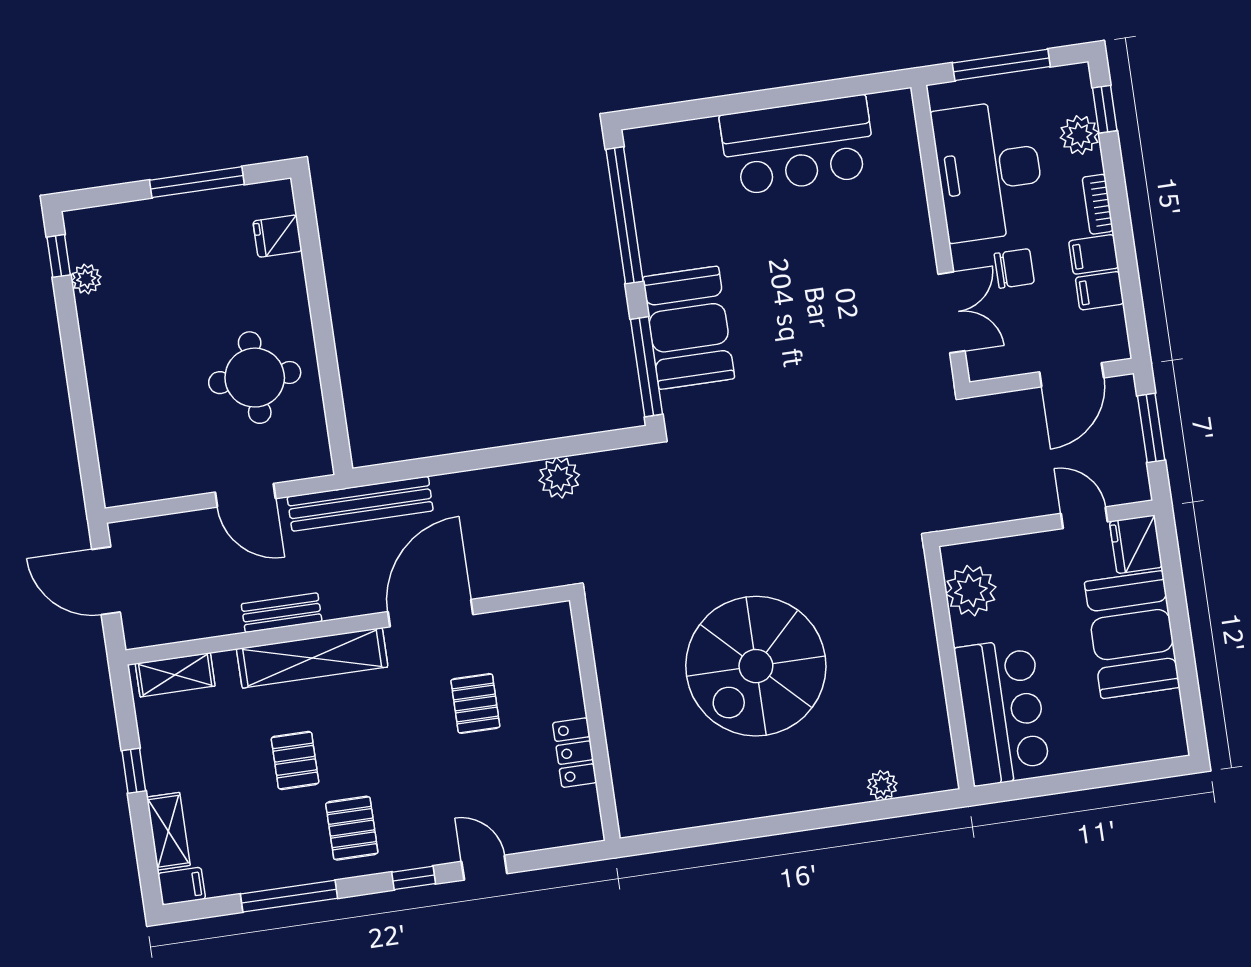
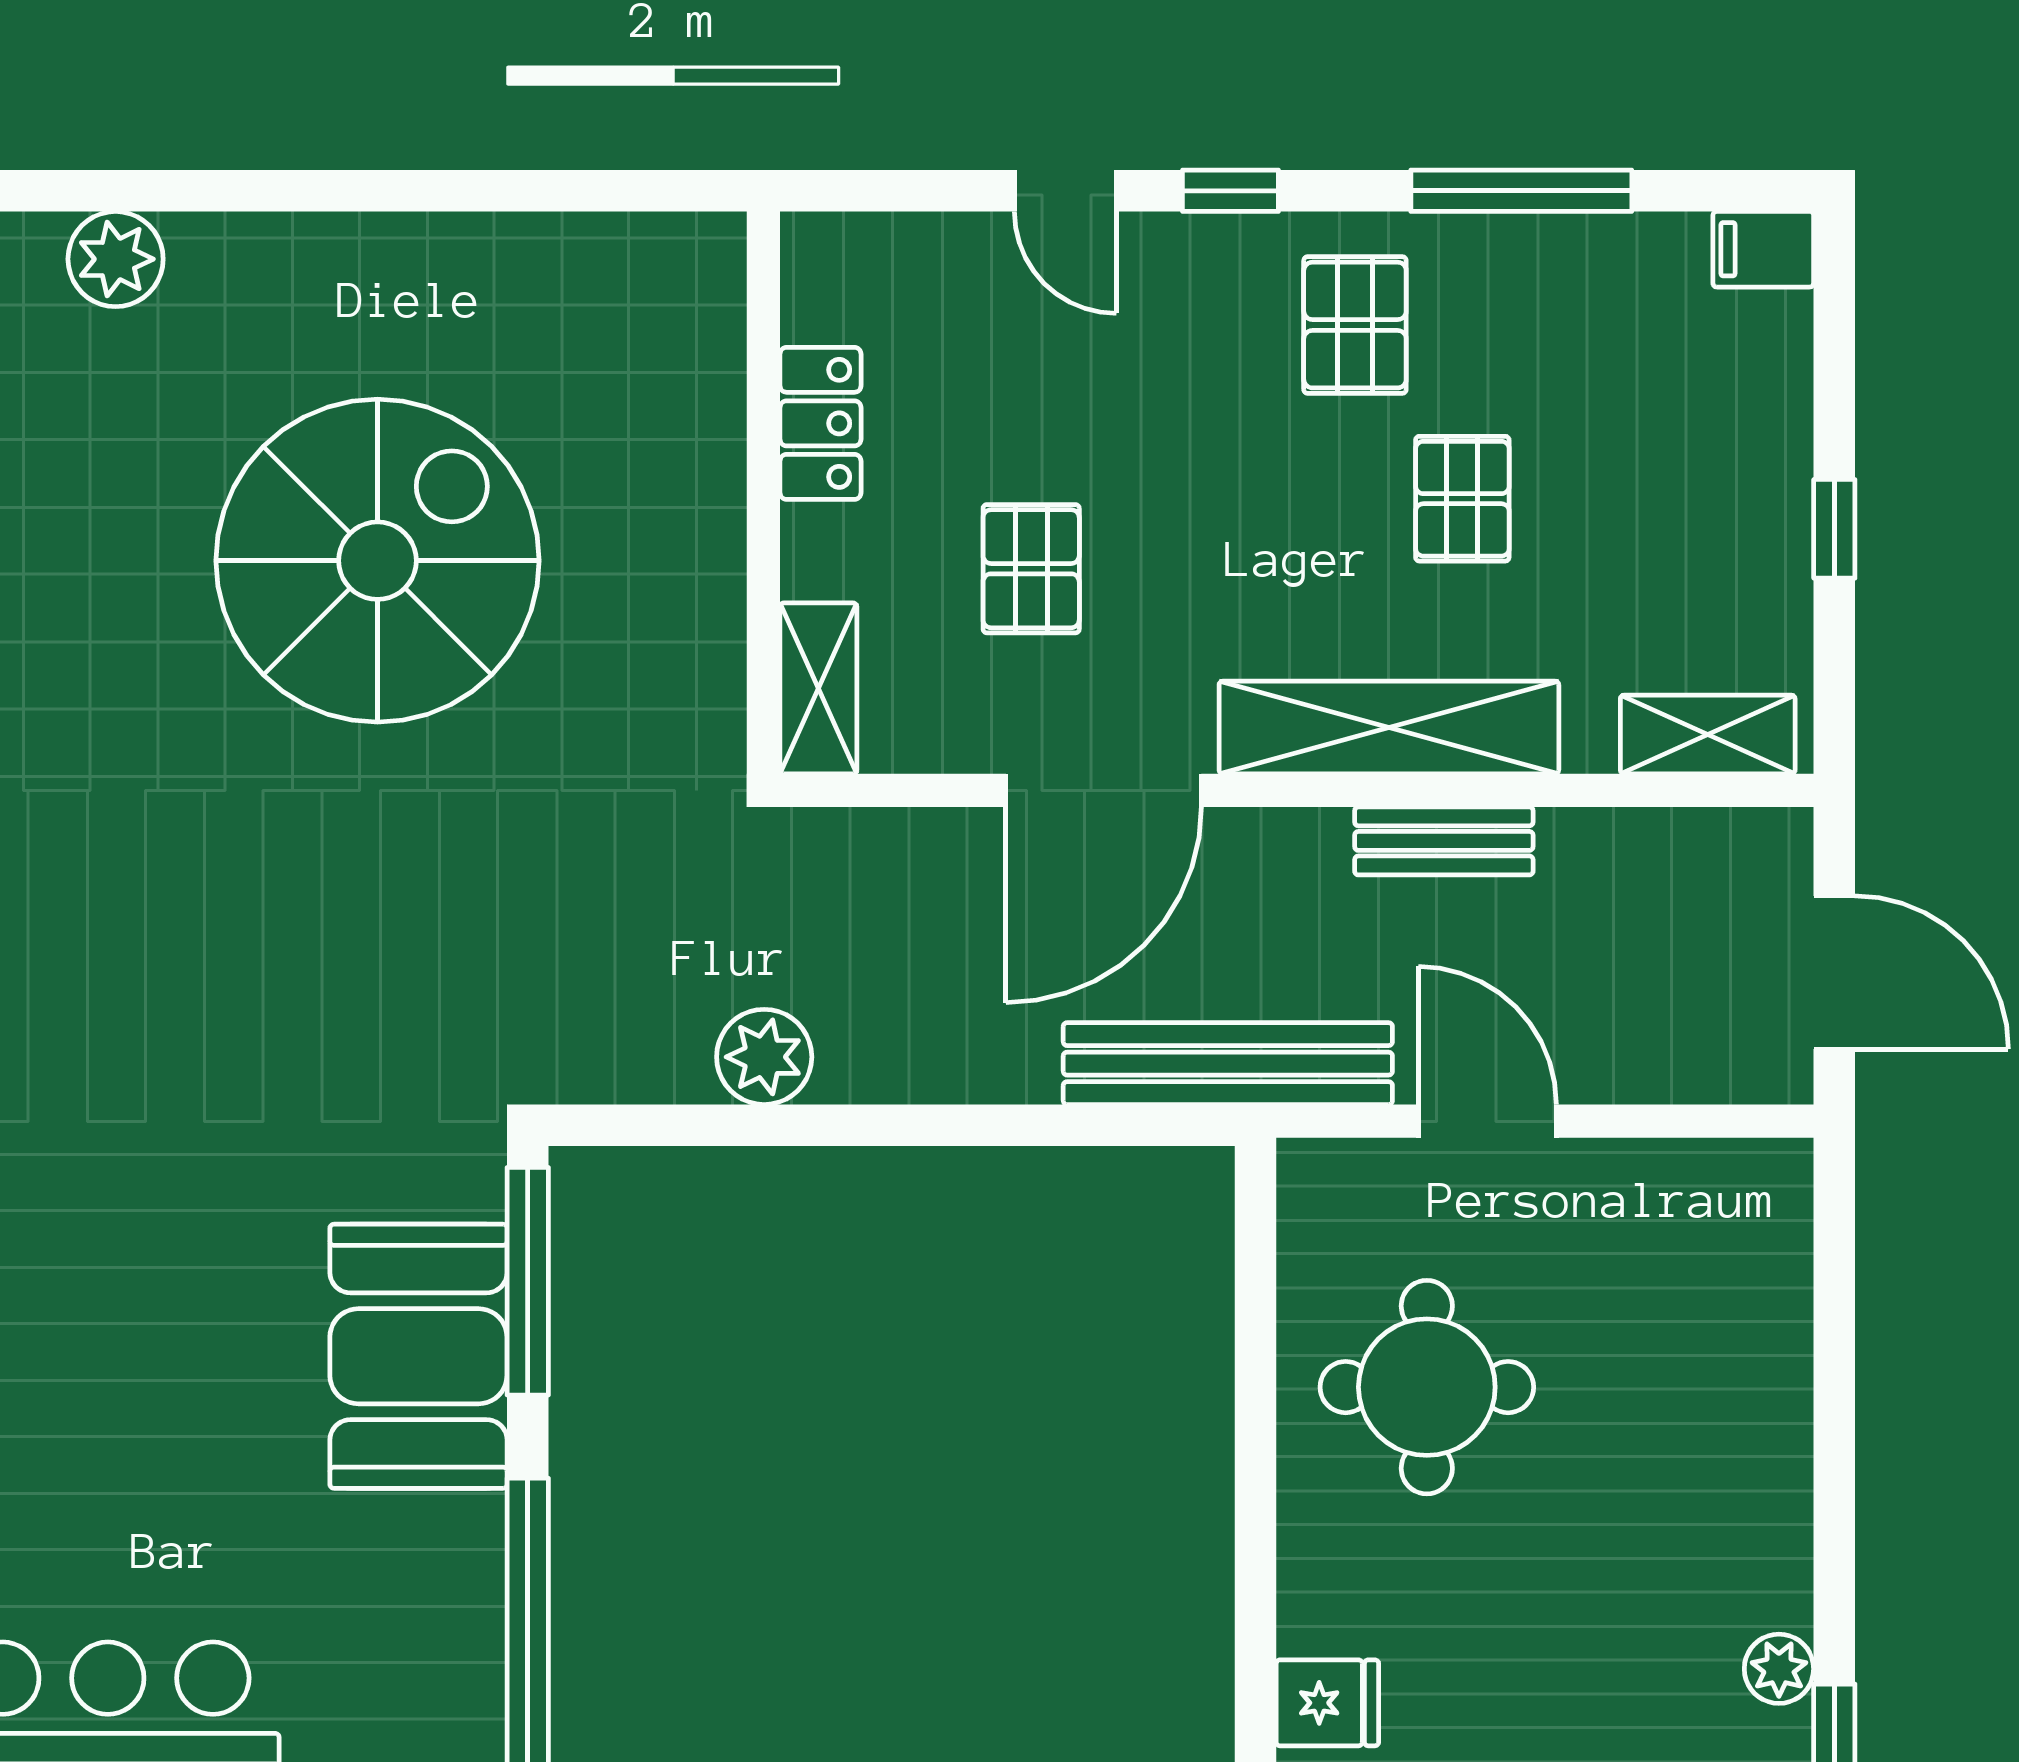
plant: (882, 785) -> (116, 259), width x1.38, depth x1.38
shelving: (168, 831) -> (818, 688), moved

